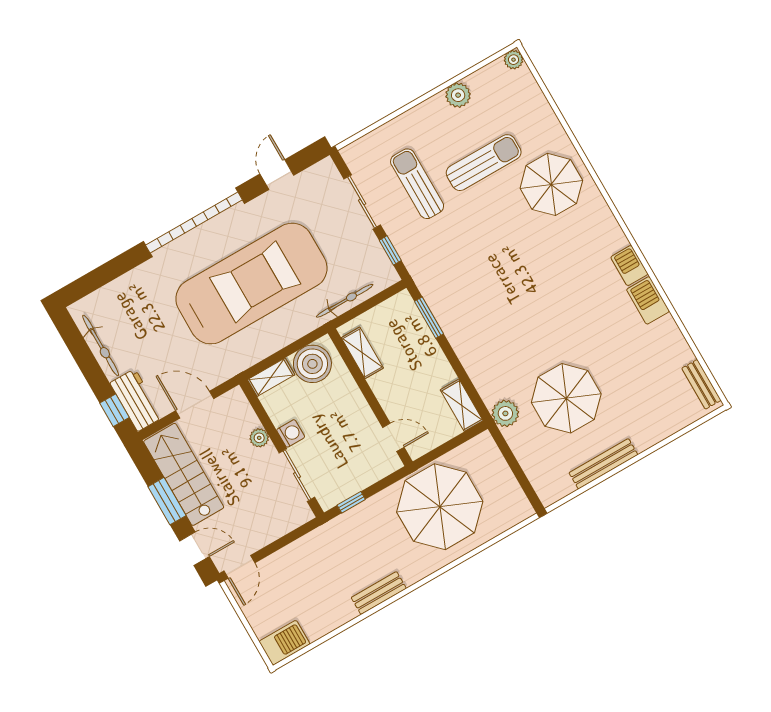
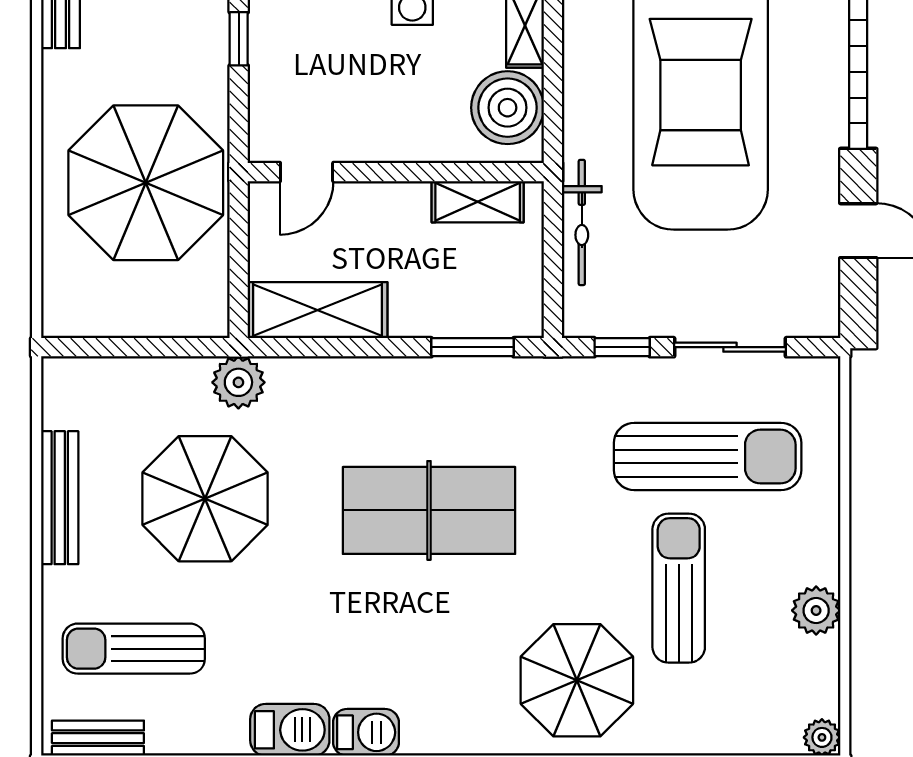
sun lounger: (484, 163) -> (679, 588), turned 180
sun lounger: (417, 184) -> (708, 457), width x1.36, depth x1.34
table tennis table: (513, 295) -> (429, 510), added
sun lounger: (652, 391) -> (134, 649), added
shelving: (462, 405) -> (318, 310), width x1.50, depth x1.33

